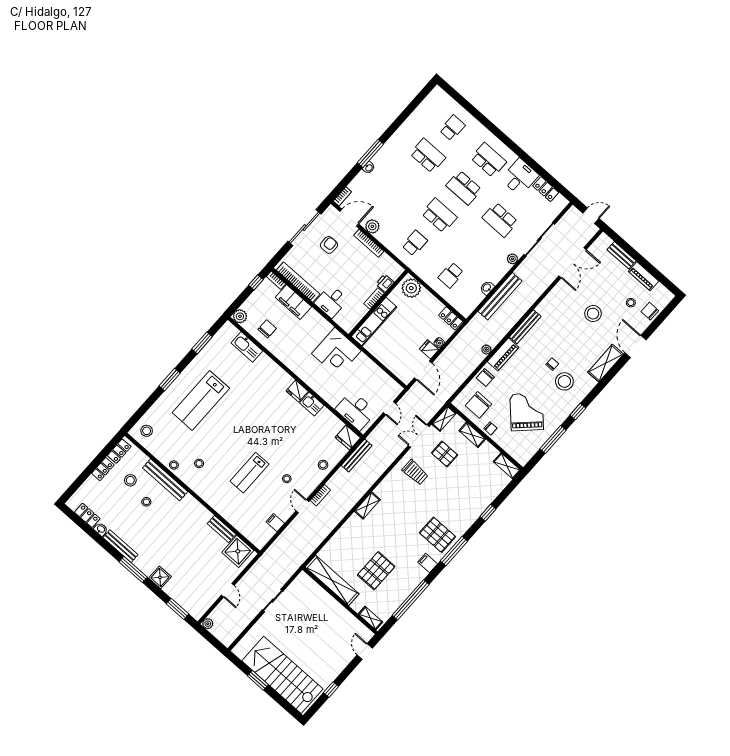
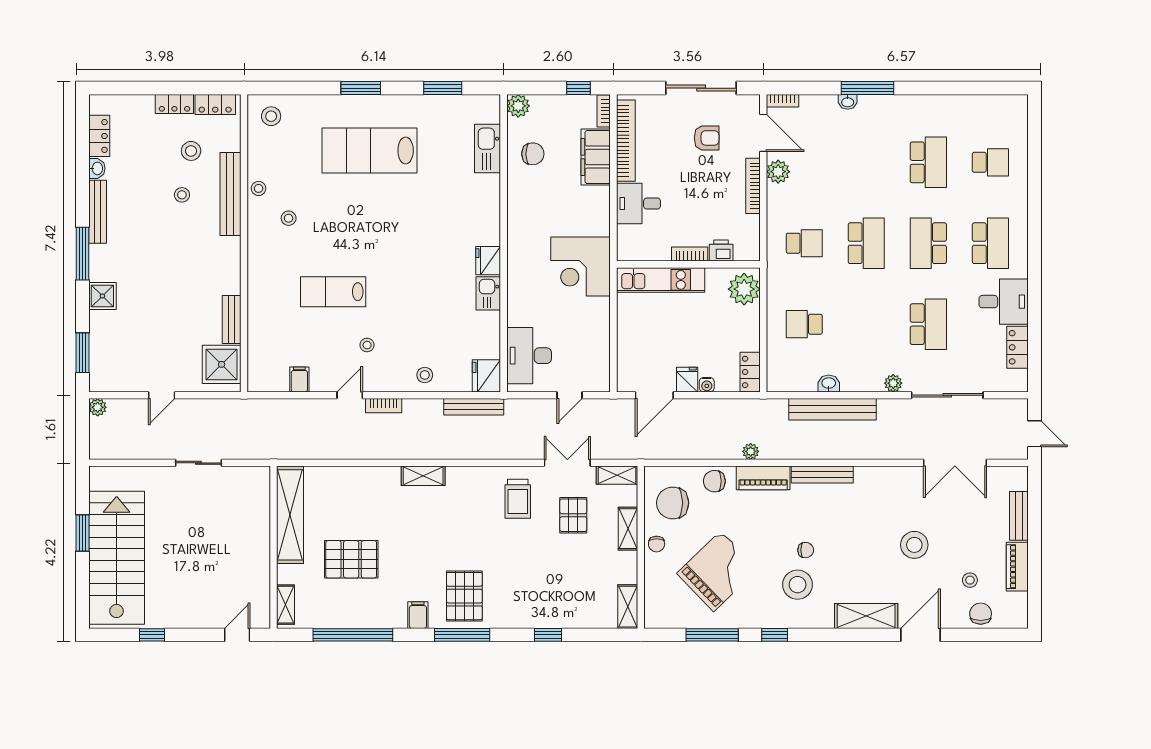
school desk: (500, 220) -> (928, 324), turned 180

